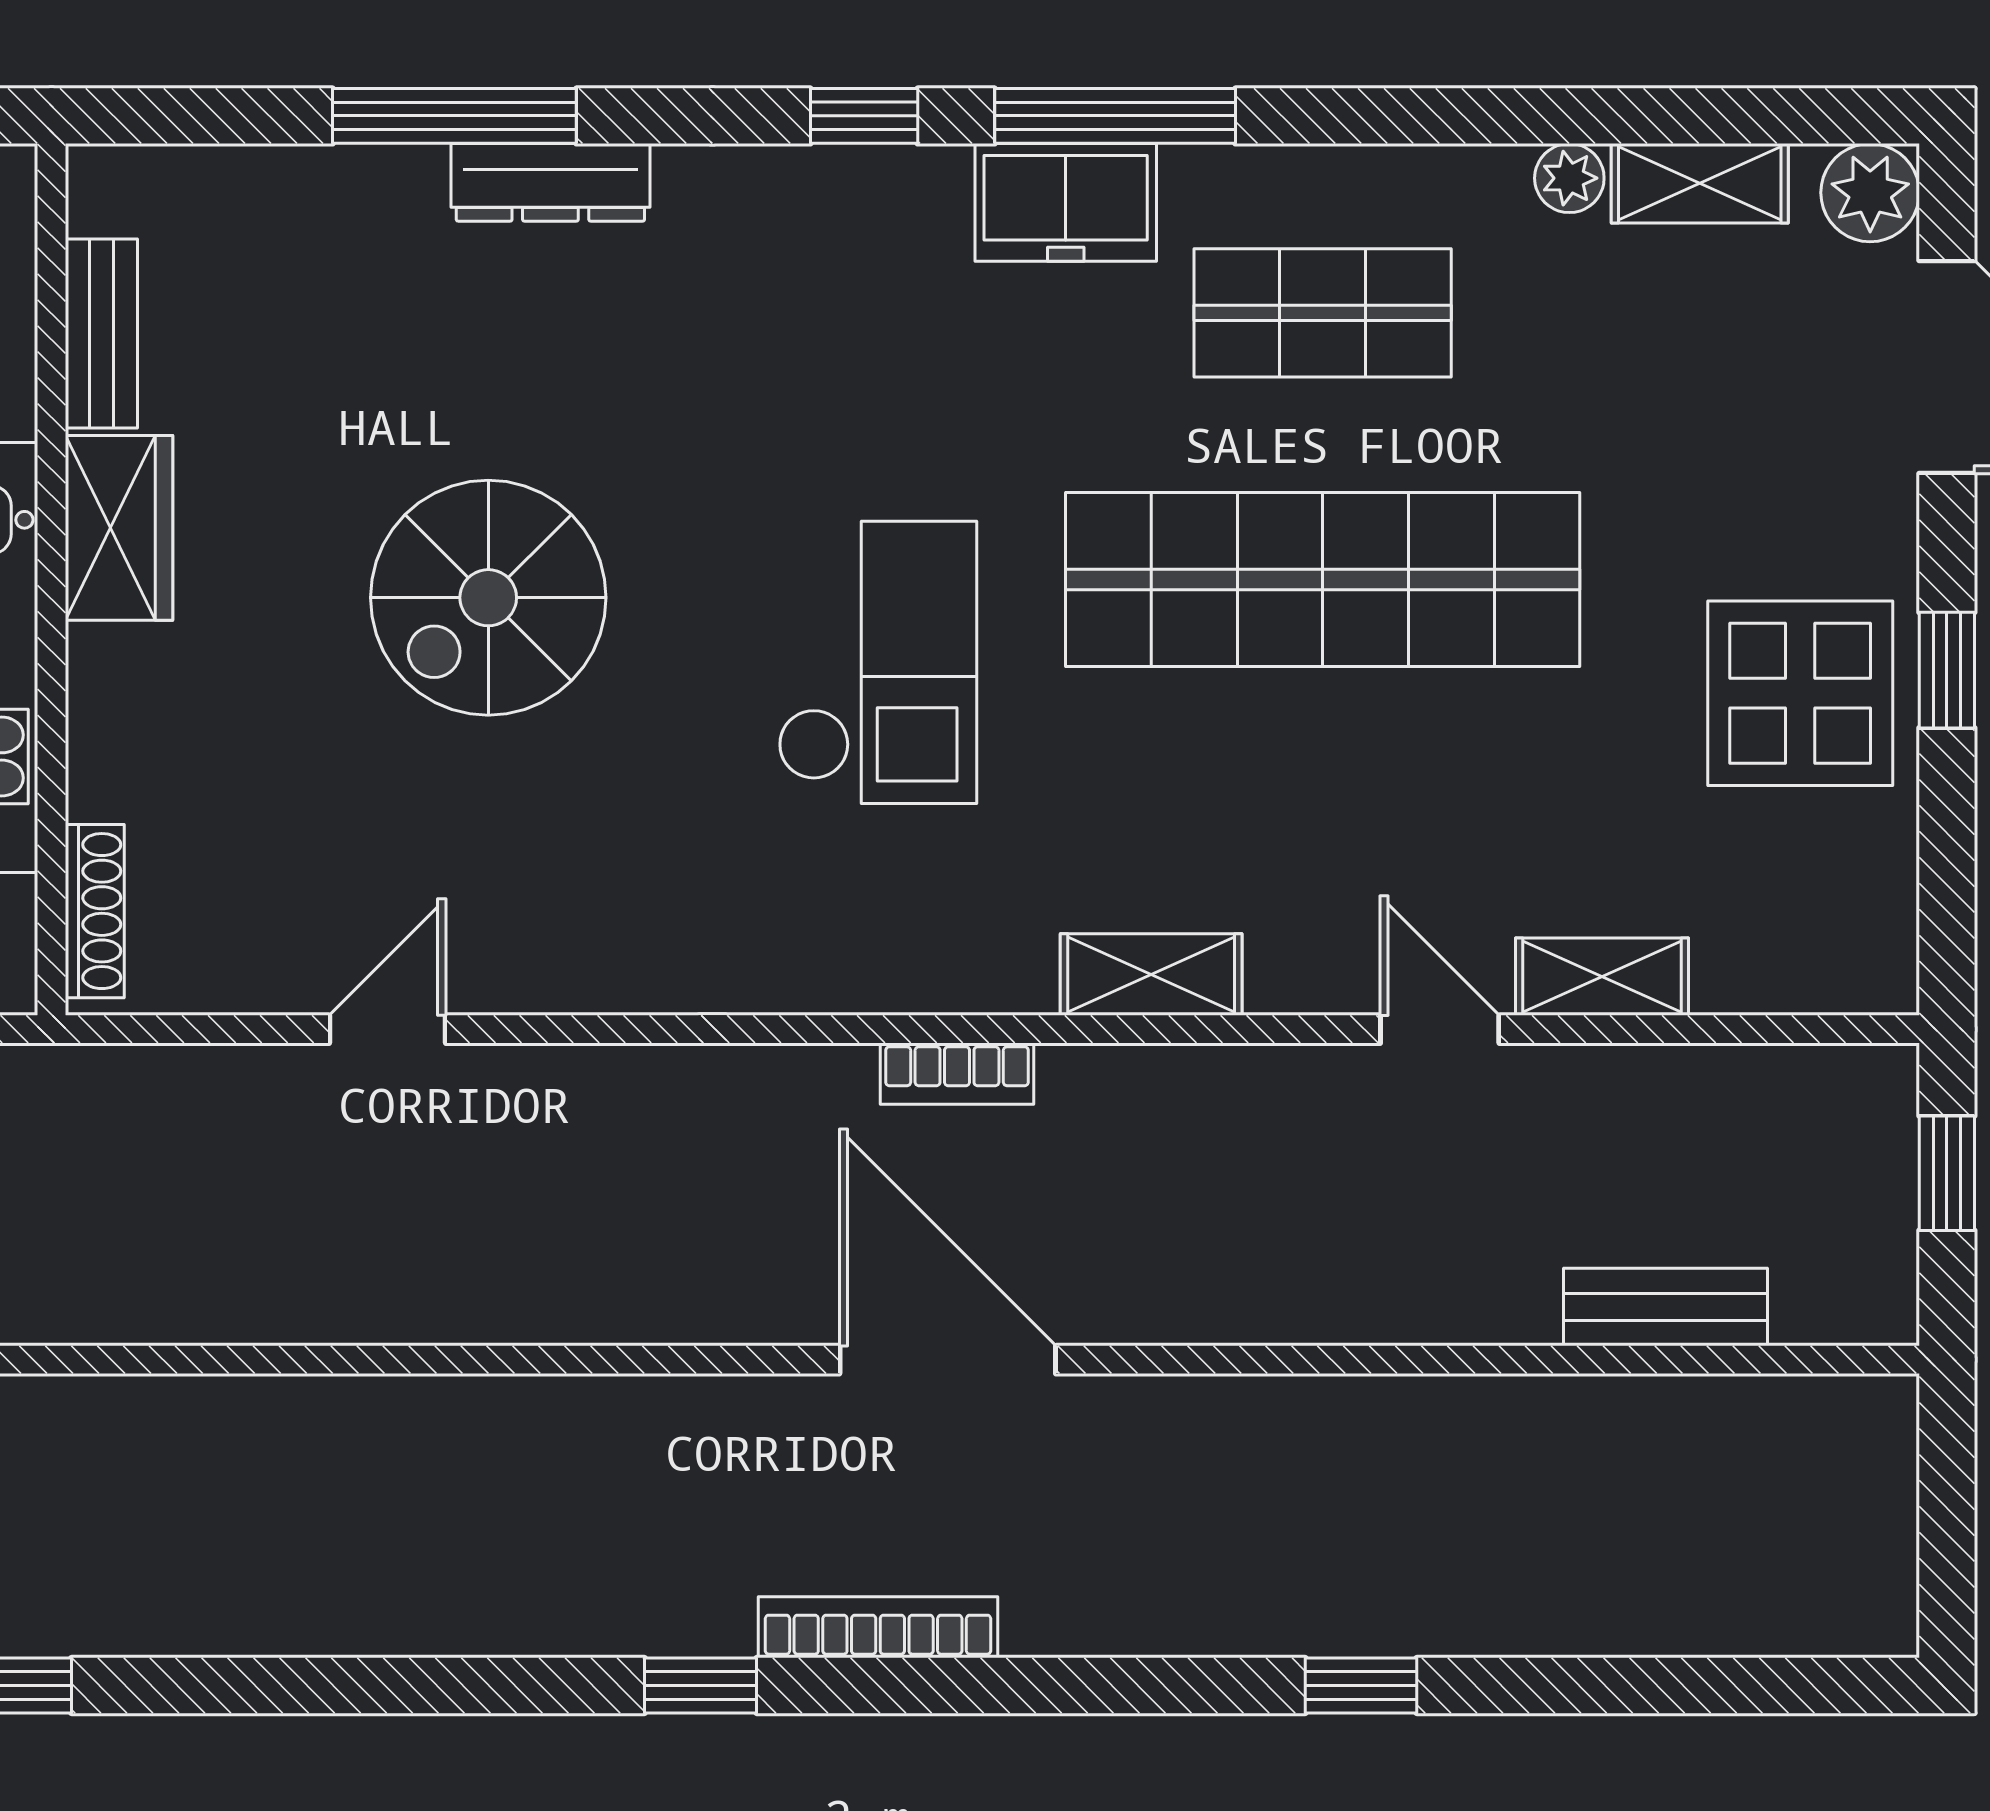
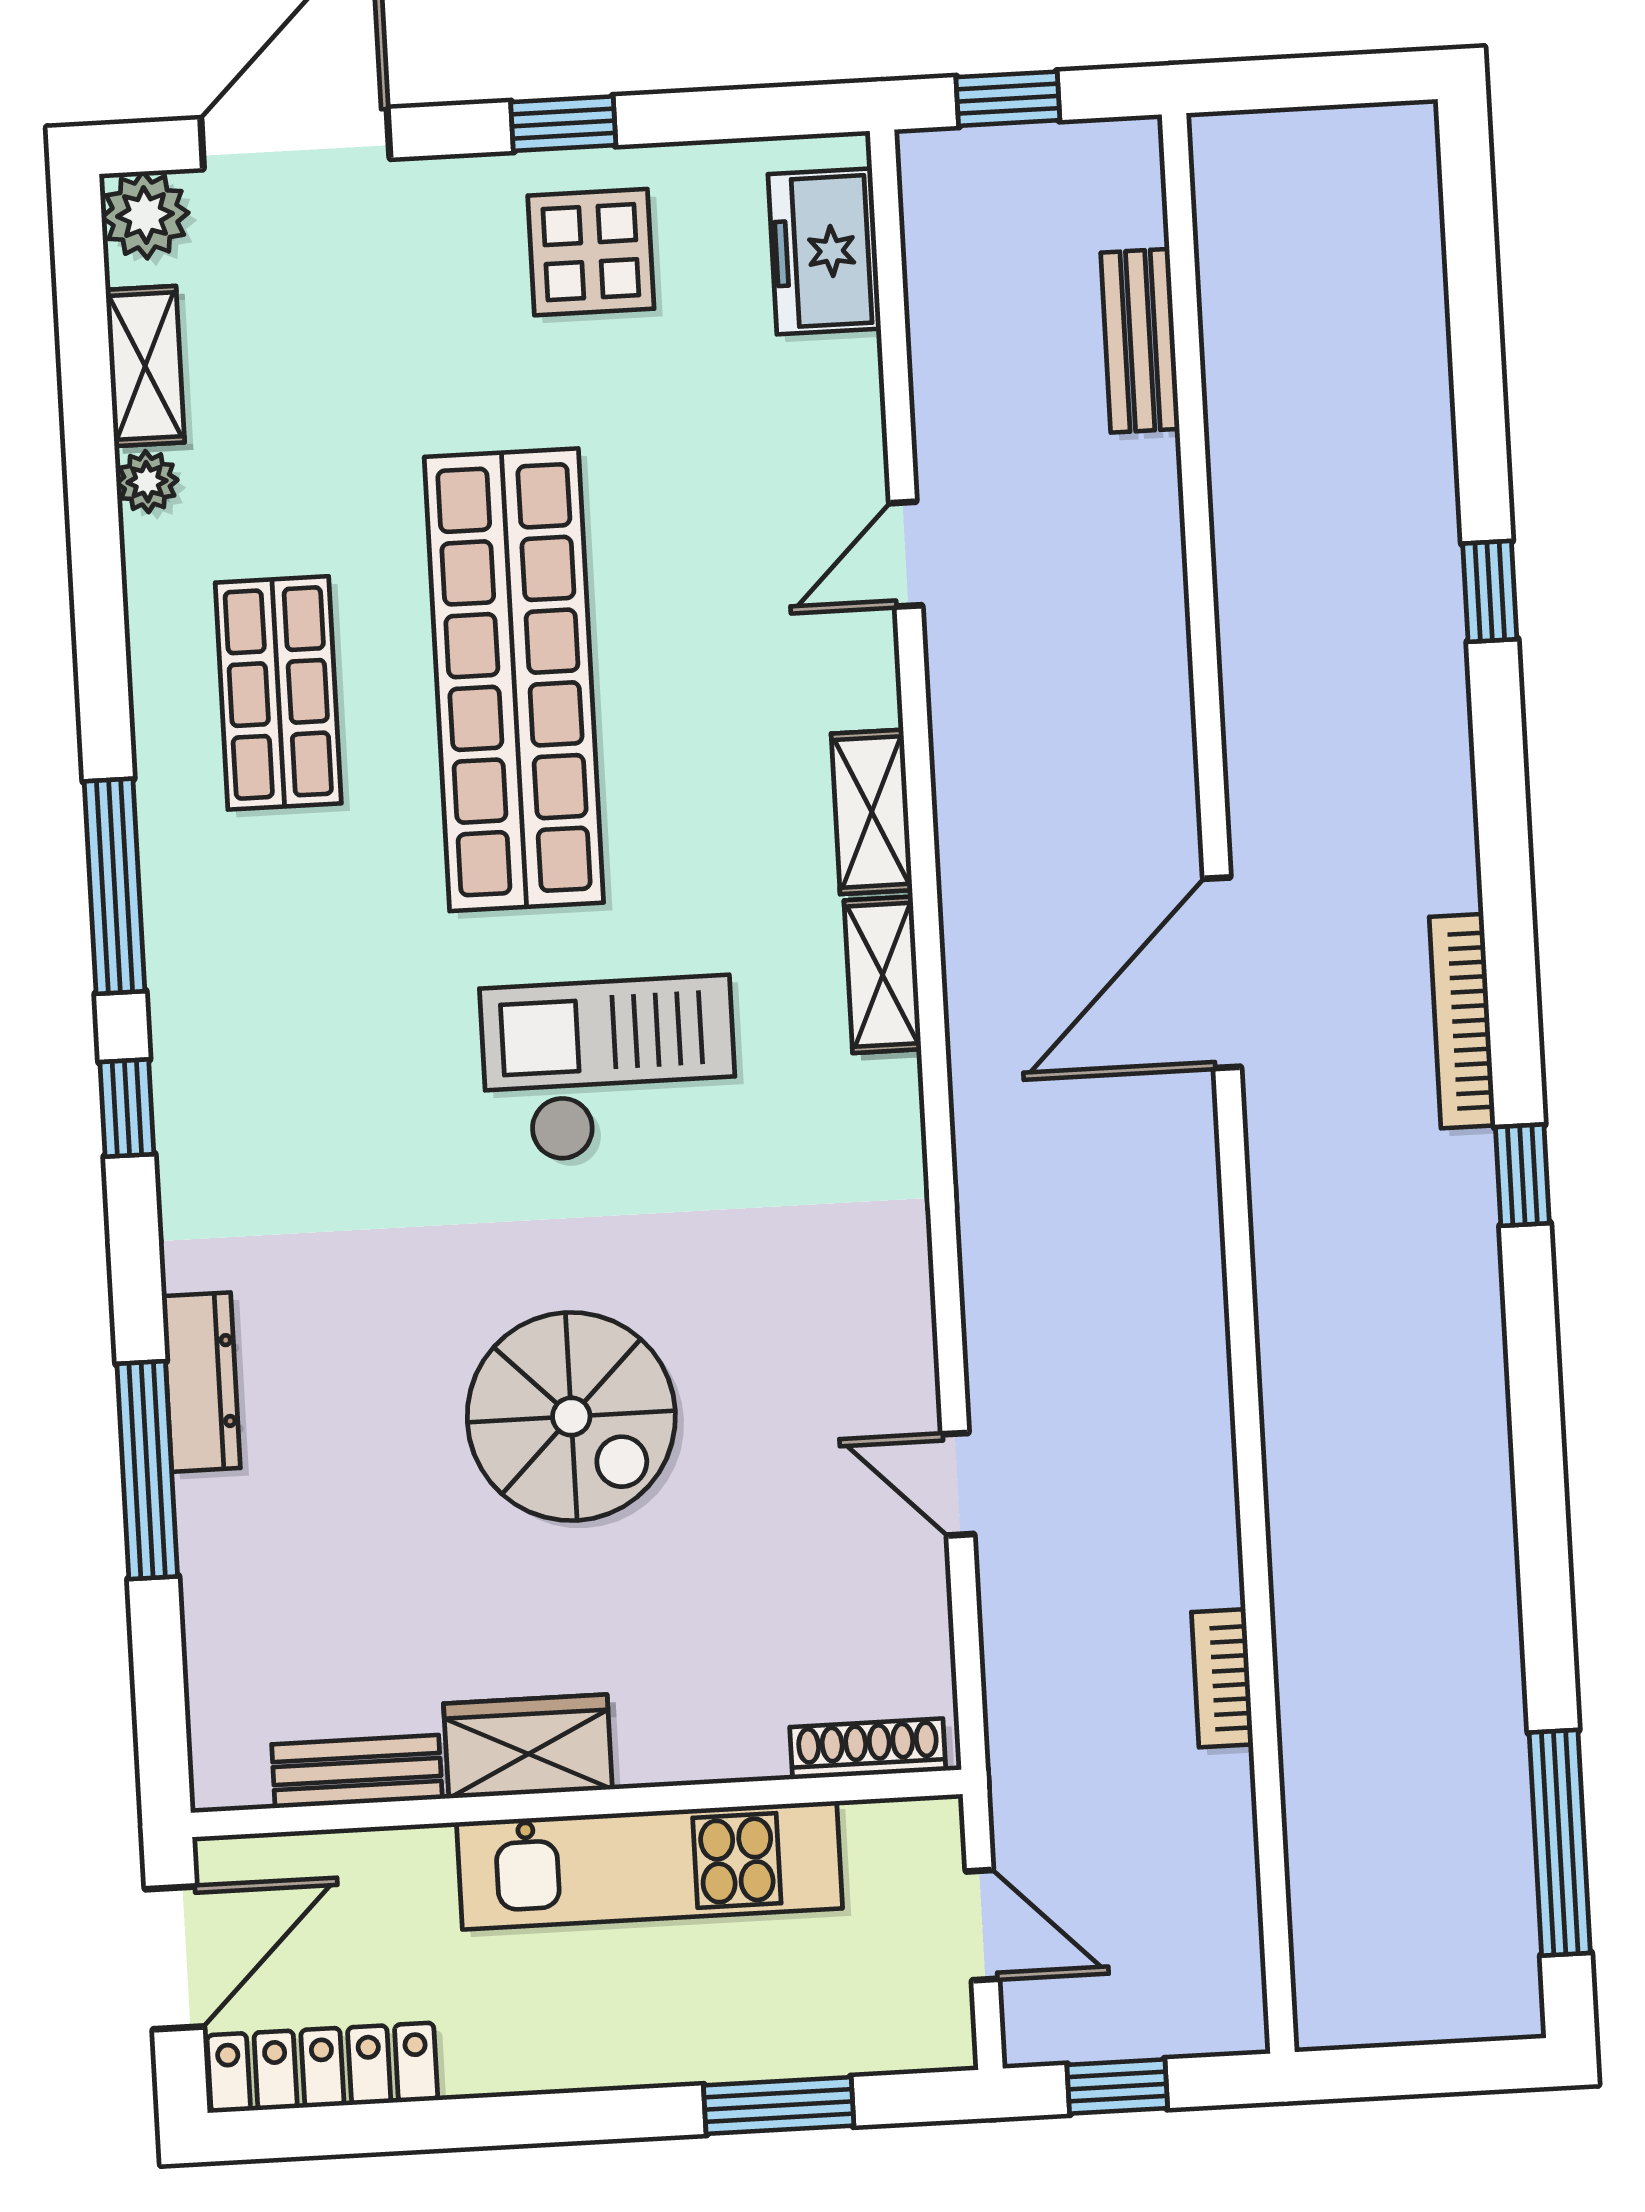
freezer: (1066, 202) -> (824, 251), moved, turned 180
display table: (1800, 693) -> (591, 252), width x0.73, depth x0.73
shelving: (1602, 977) -> (883, 975), moved
bookcase: (957, 1074) -> (1222, 1678), moved, turned 180

